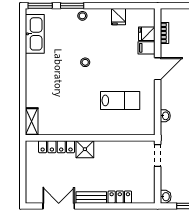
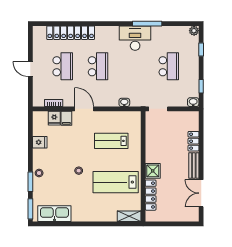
lab bench: (120, 100) -> (111, 141), turned -90
lab bench: (72, 106) -> (116, 182), added

